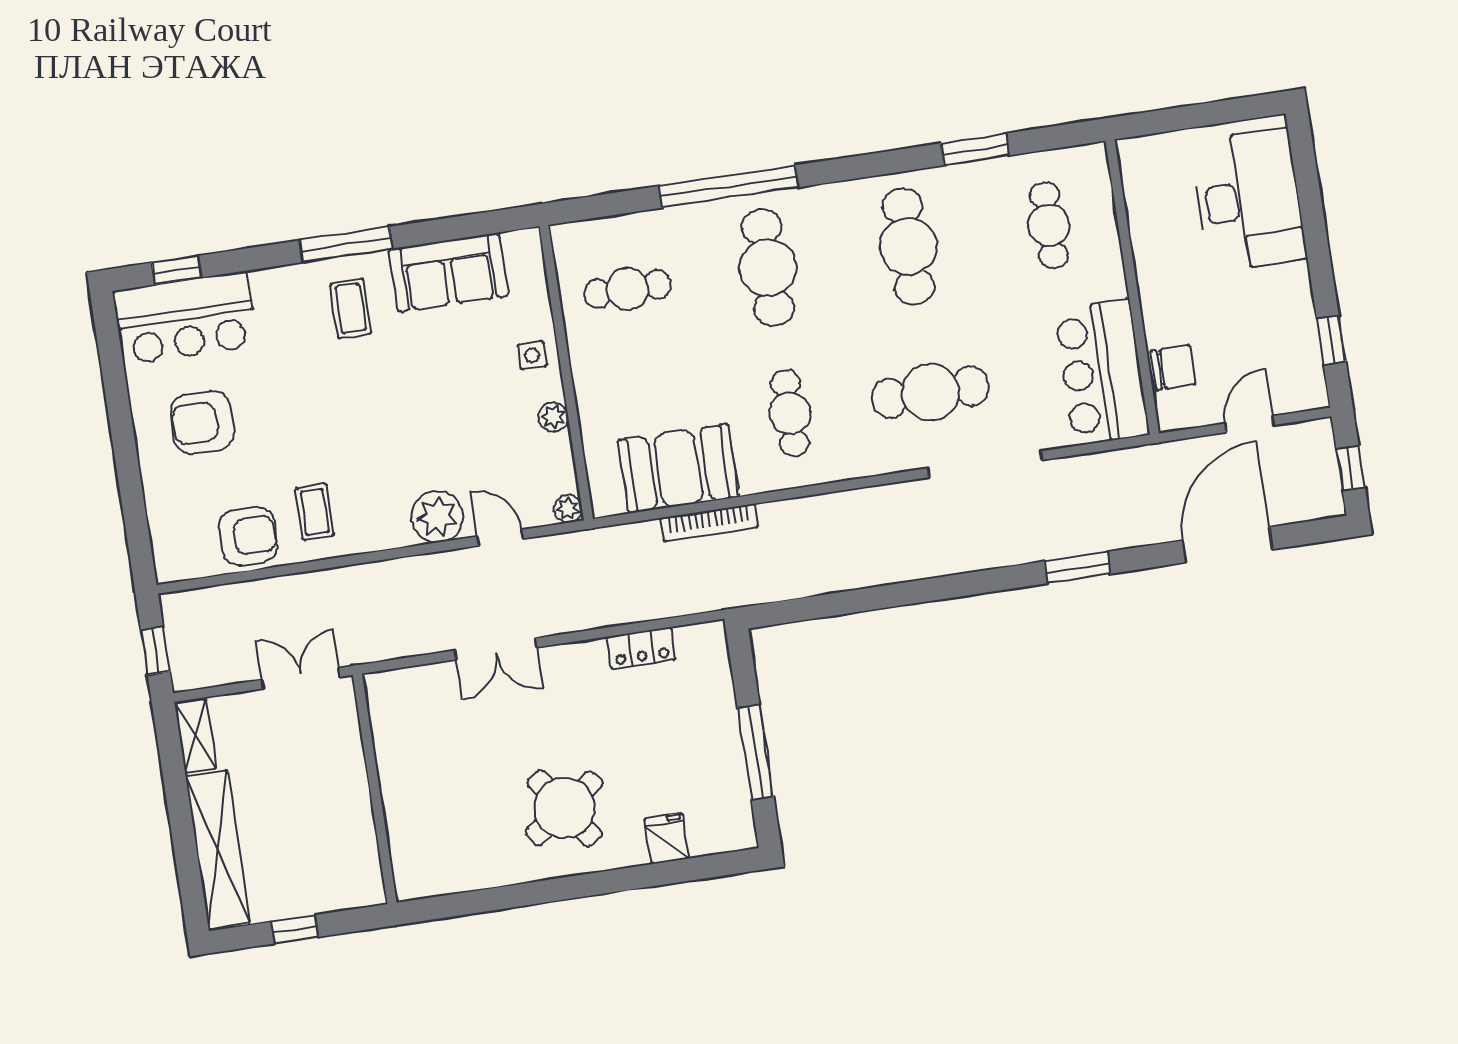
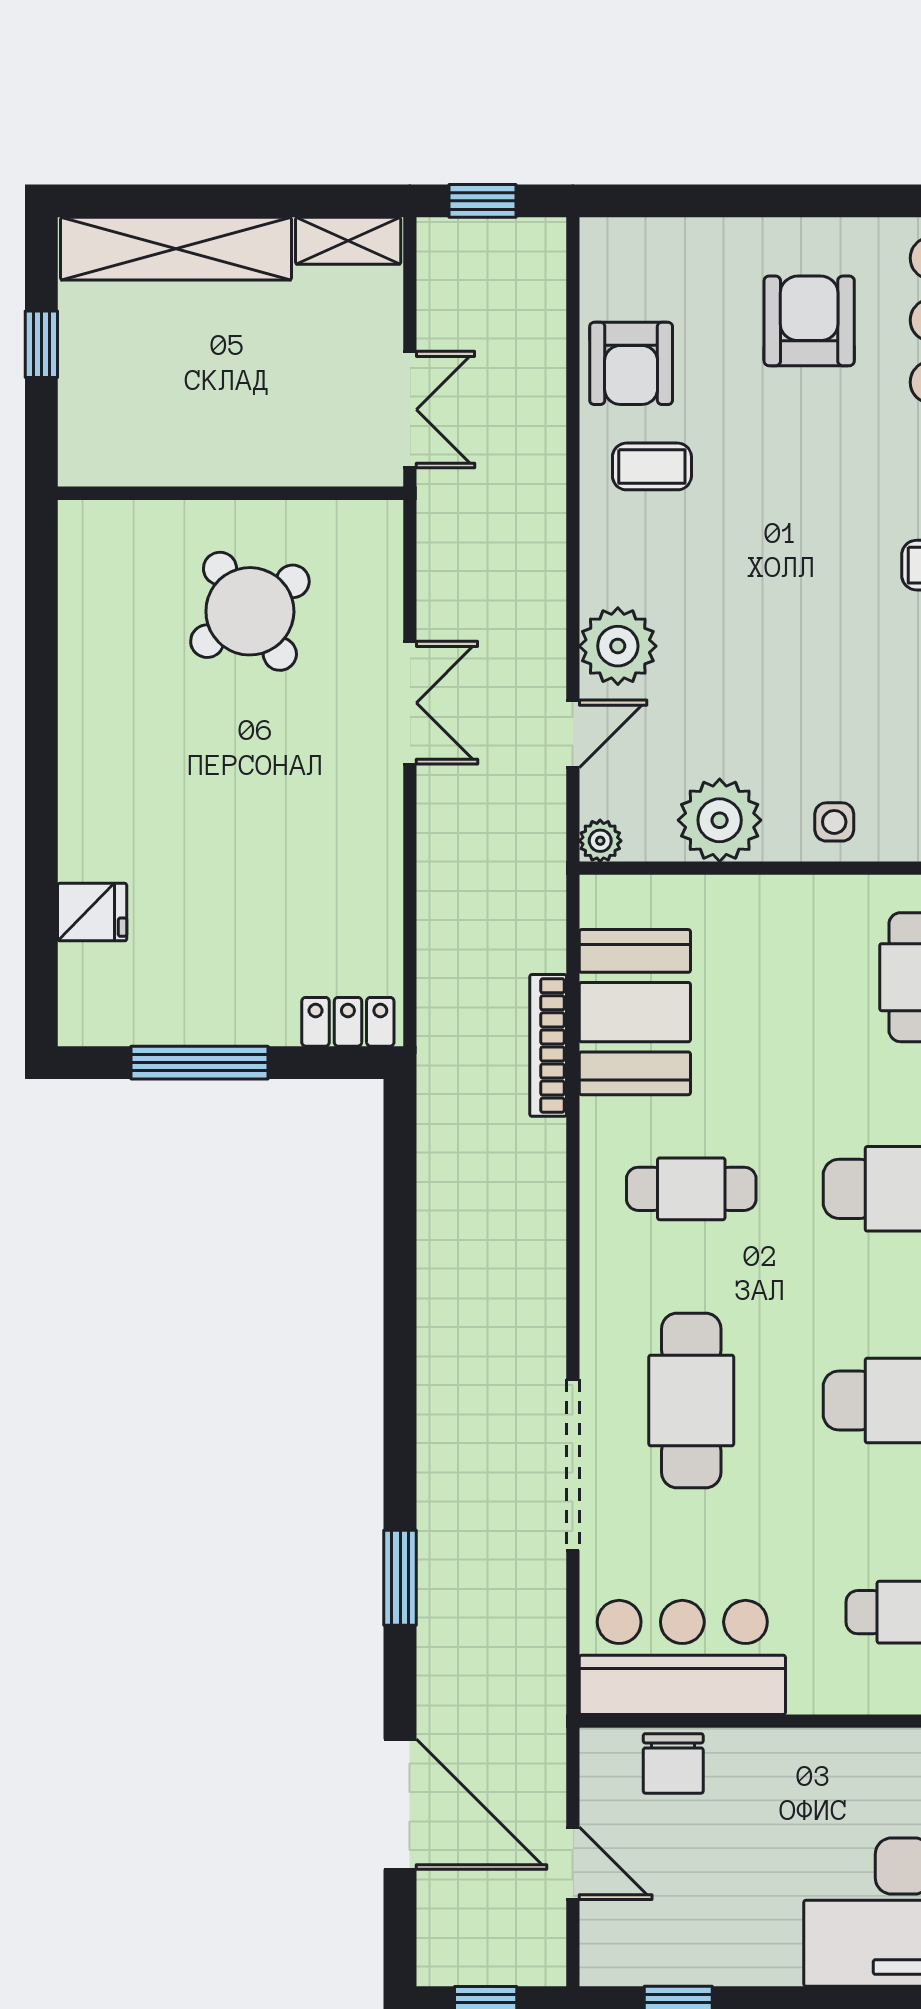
plant: (553, 417) -> (720, 820), width x1.88, depth x1.88
locker: (641, 648) -> (348, 1022), moved, turned 90
double door: (496, 649) -> (410, 703), swing flipped
round table: (564, 808) -> (250, 611), moved

